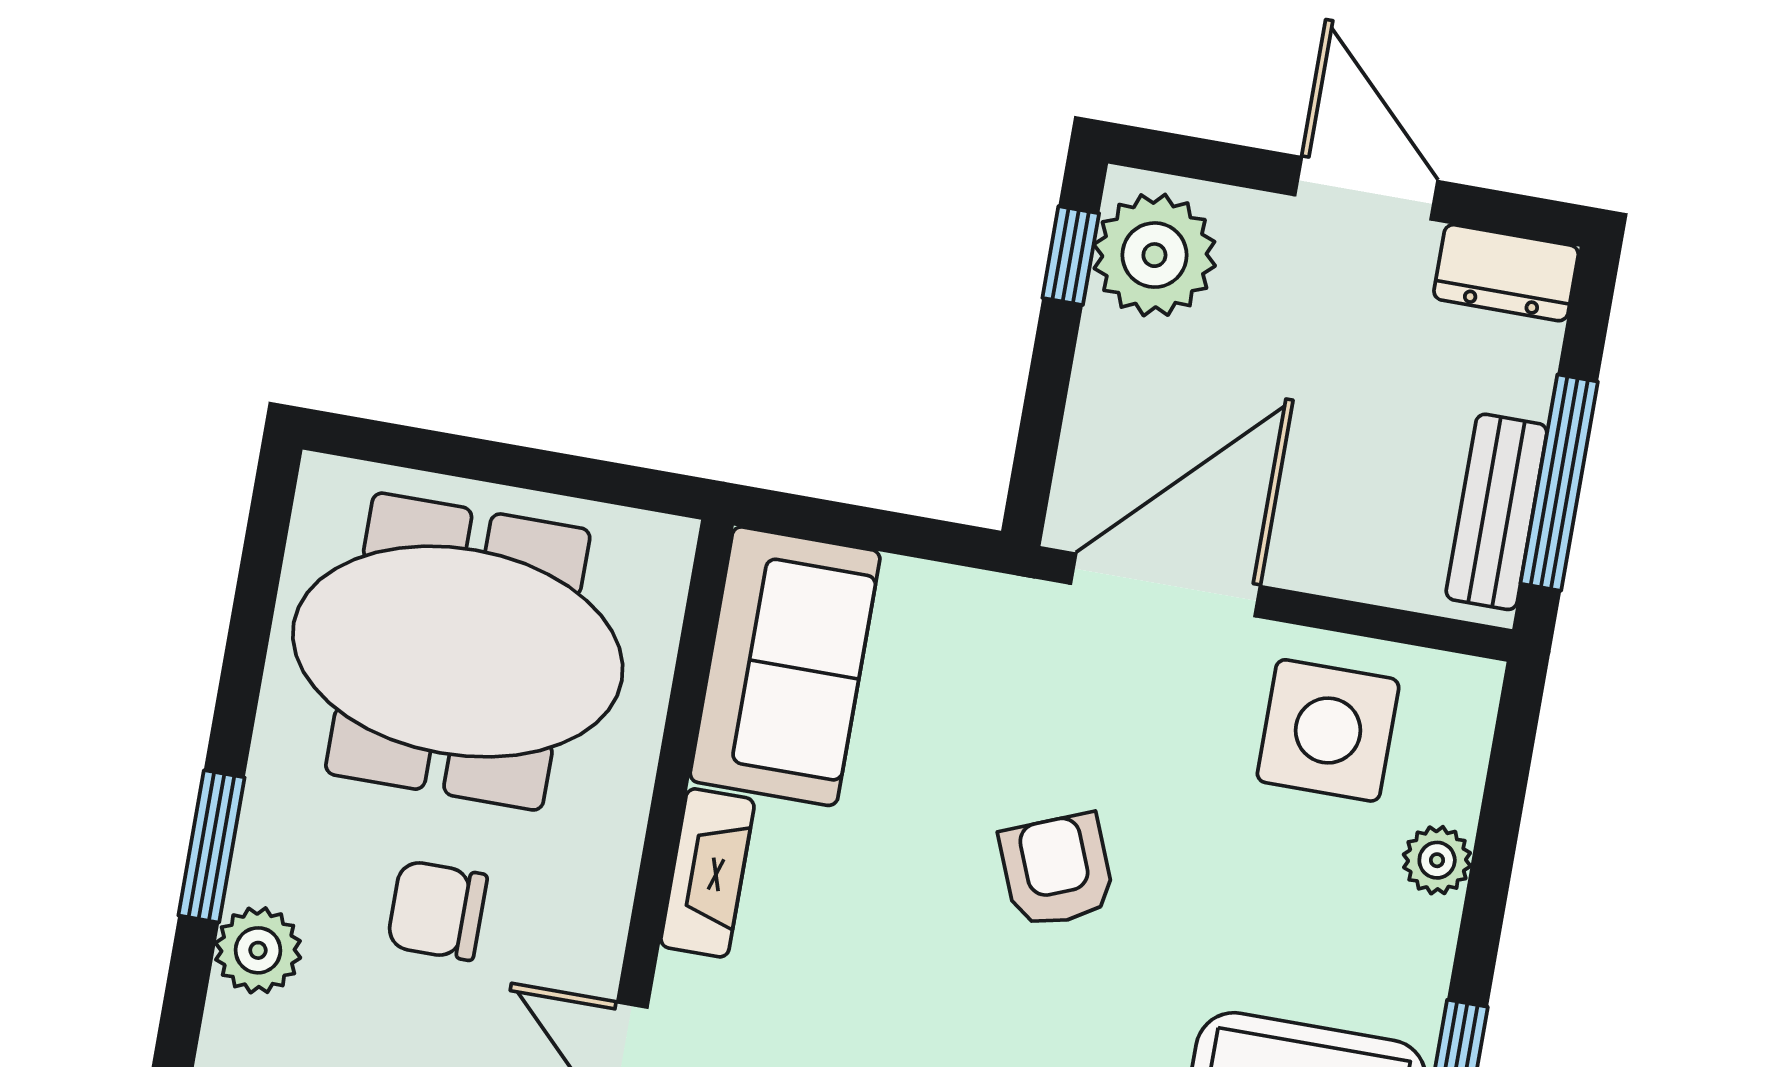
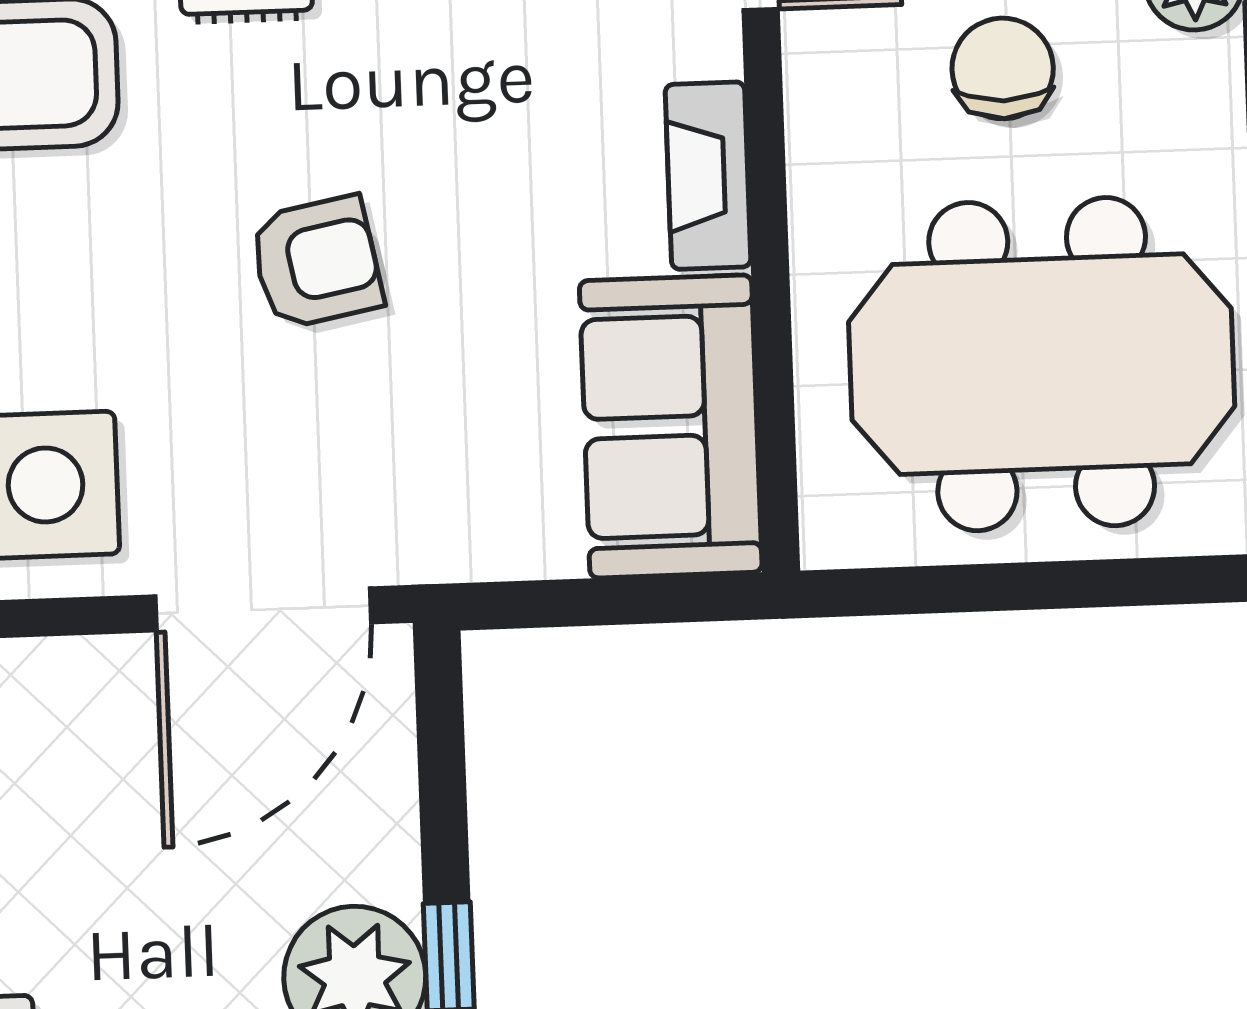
armchair: (1057, 871) -> (316, 262), turned -79
chair: (437, 910) -> (1003, 68), turned -90

